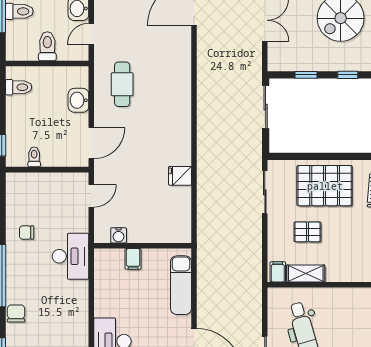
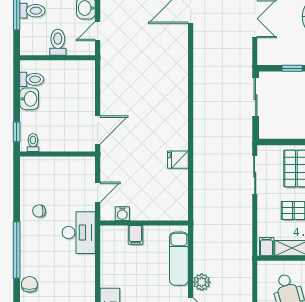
cafe table: (122, 84) -> (126, 77), removed
washbasin: (78, 100) -> (29, 99), moved, turned 180
toilet: (34, 157) -> (33, 143), moved
door: (91, 196) -> (98, 192), moved
plant: (206, 311) -> (202, 282), added

